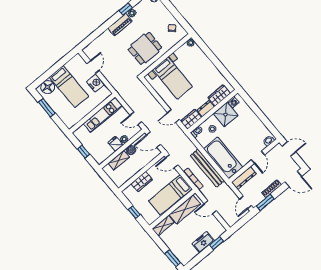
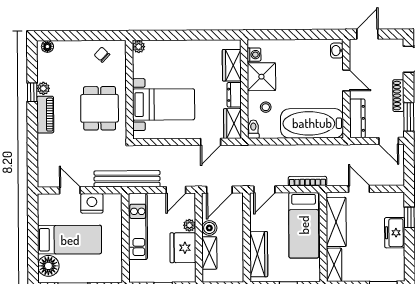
fridge: (115, 144) -> (183, 248), width x1.88, depth x1.34
bench: (207, 168) -> (127, 179), moved
wardrobe: (142, 182) -> (259, 254), width x1.50
door: (210, 207) -> (359, 189), swing flipped

